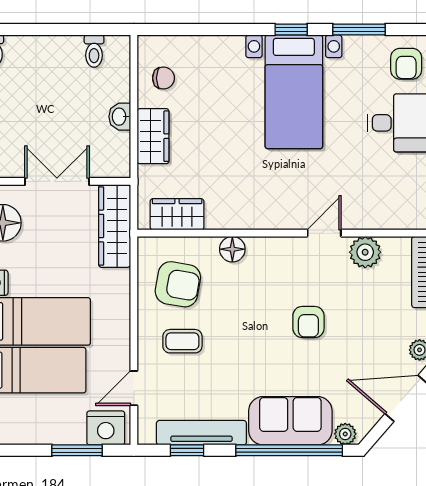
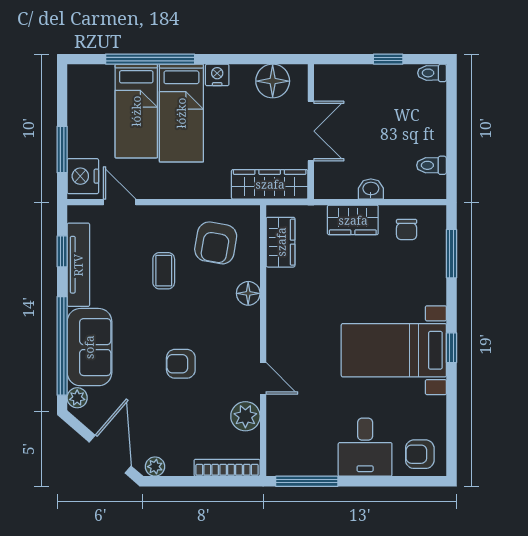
window: (359, 30) -> (451, 254), moved
coffee table: (182, 341) -> (164, 271), moved

